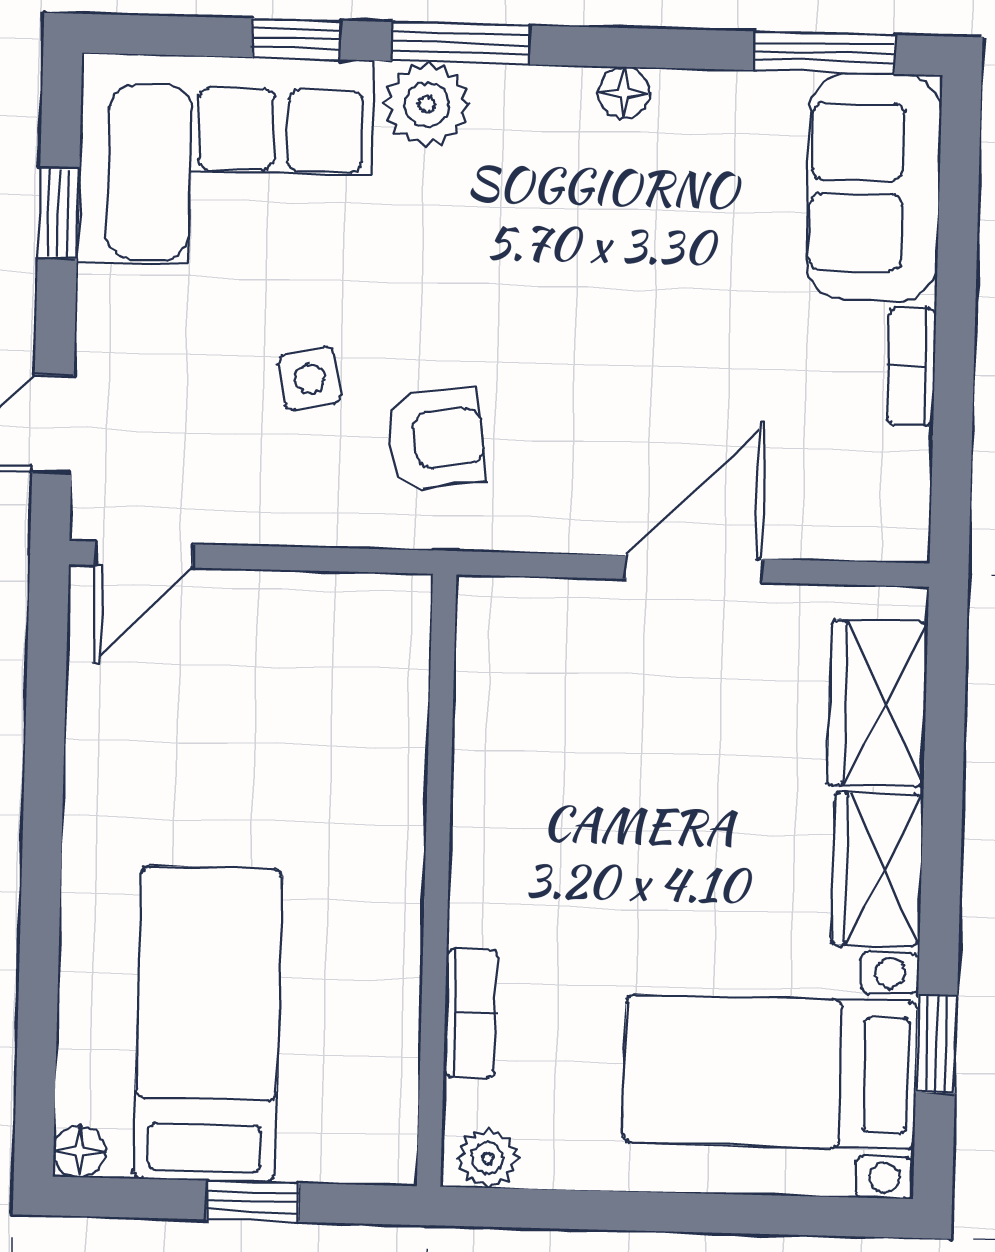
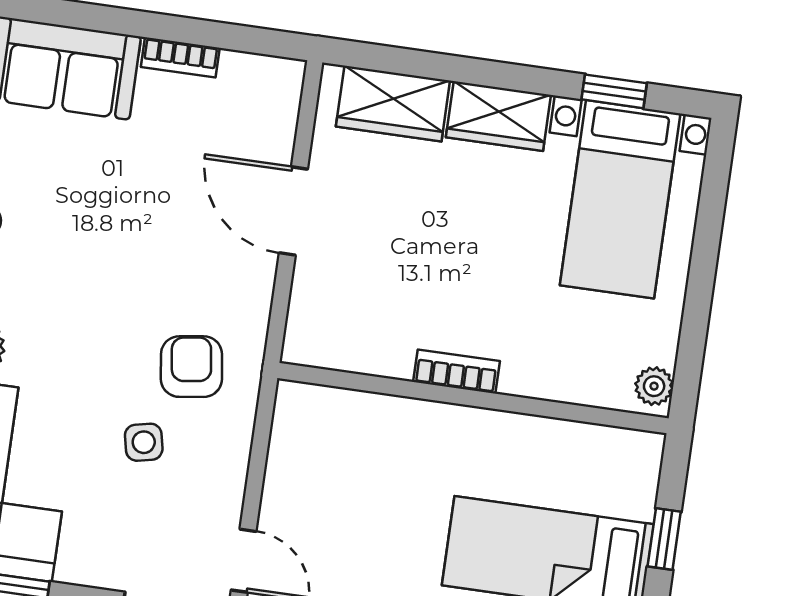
bookcase: (471, 1013) -> (456, 372), moved

